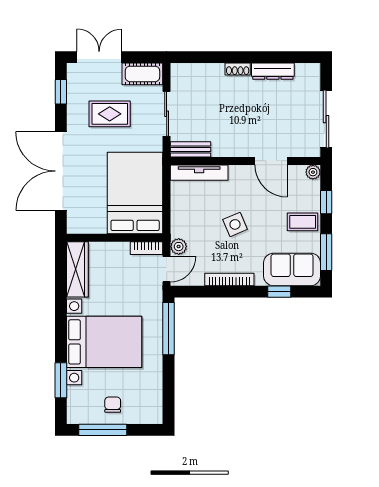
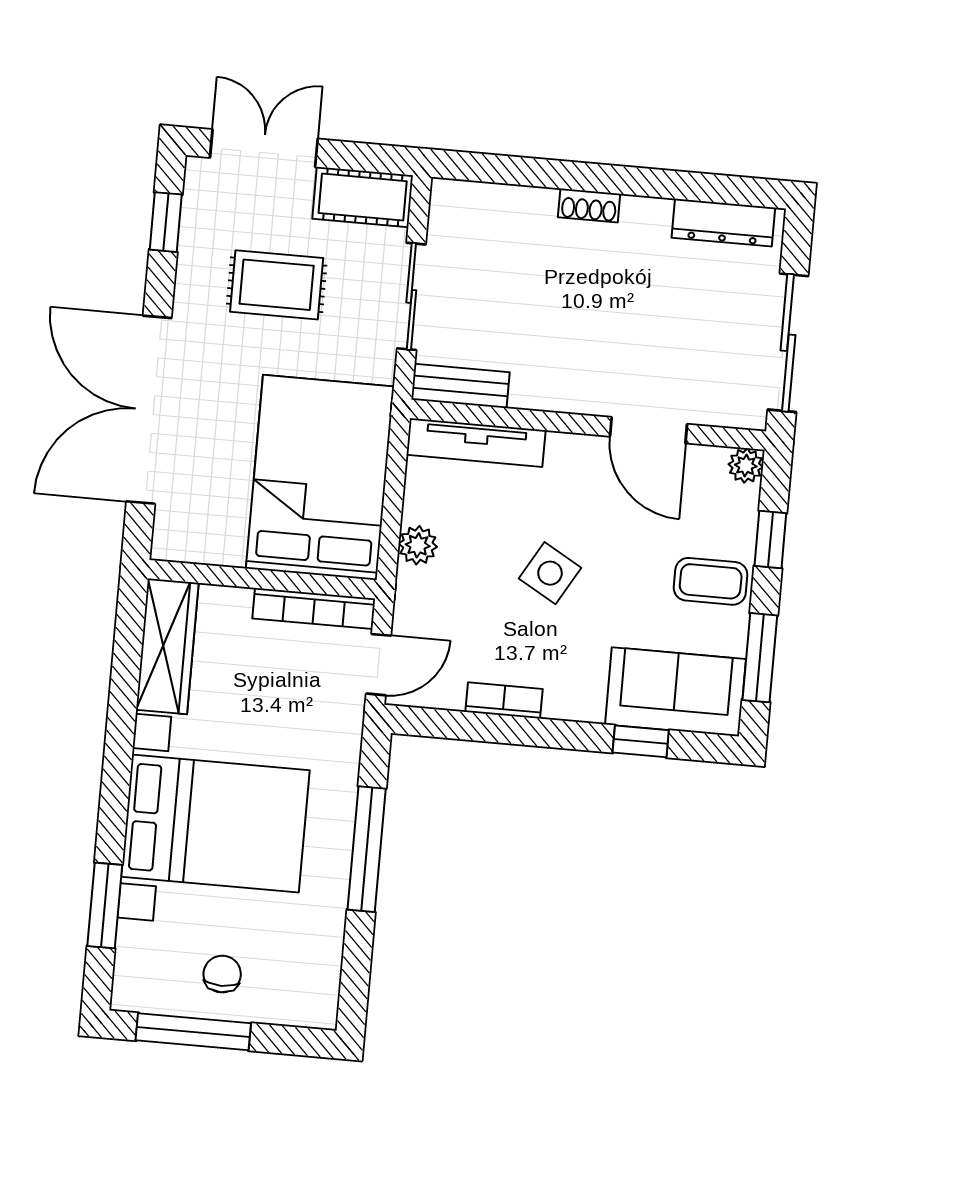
dresser: (273, 71) -> (723, 223), moved
side table: (235, 224) -> (550, 573), turned -37
plant: (179, 247) -> (418, 545), moved
bookcase: (147, 248) -> (314, 608), width x1.56
bookcase: (229, 280) -> (504, 700), width x0.64
window: (169, 329) -> (367, 849), moved

